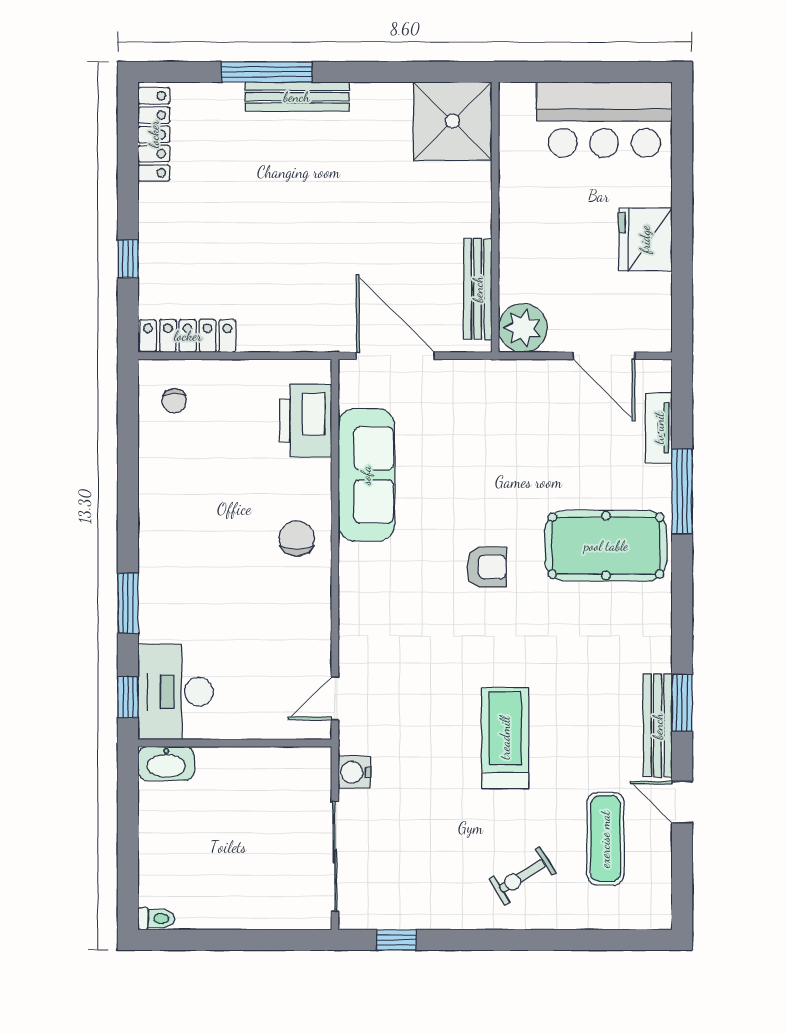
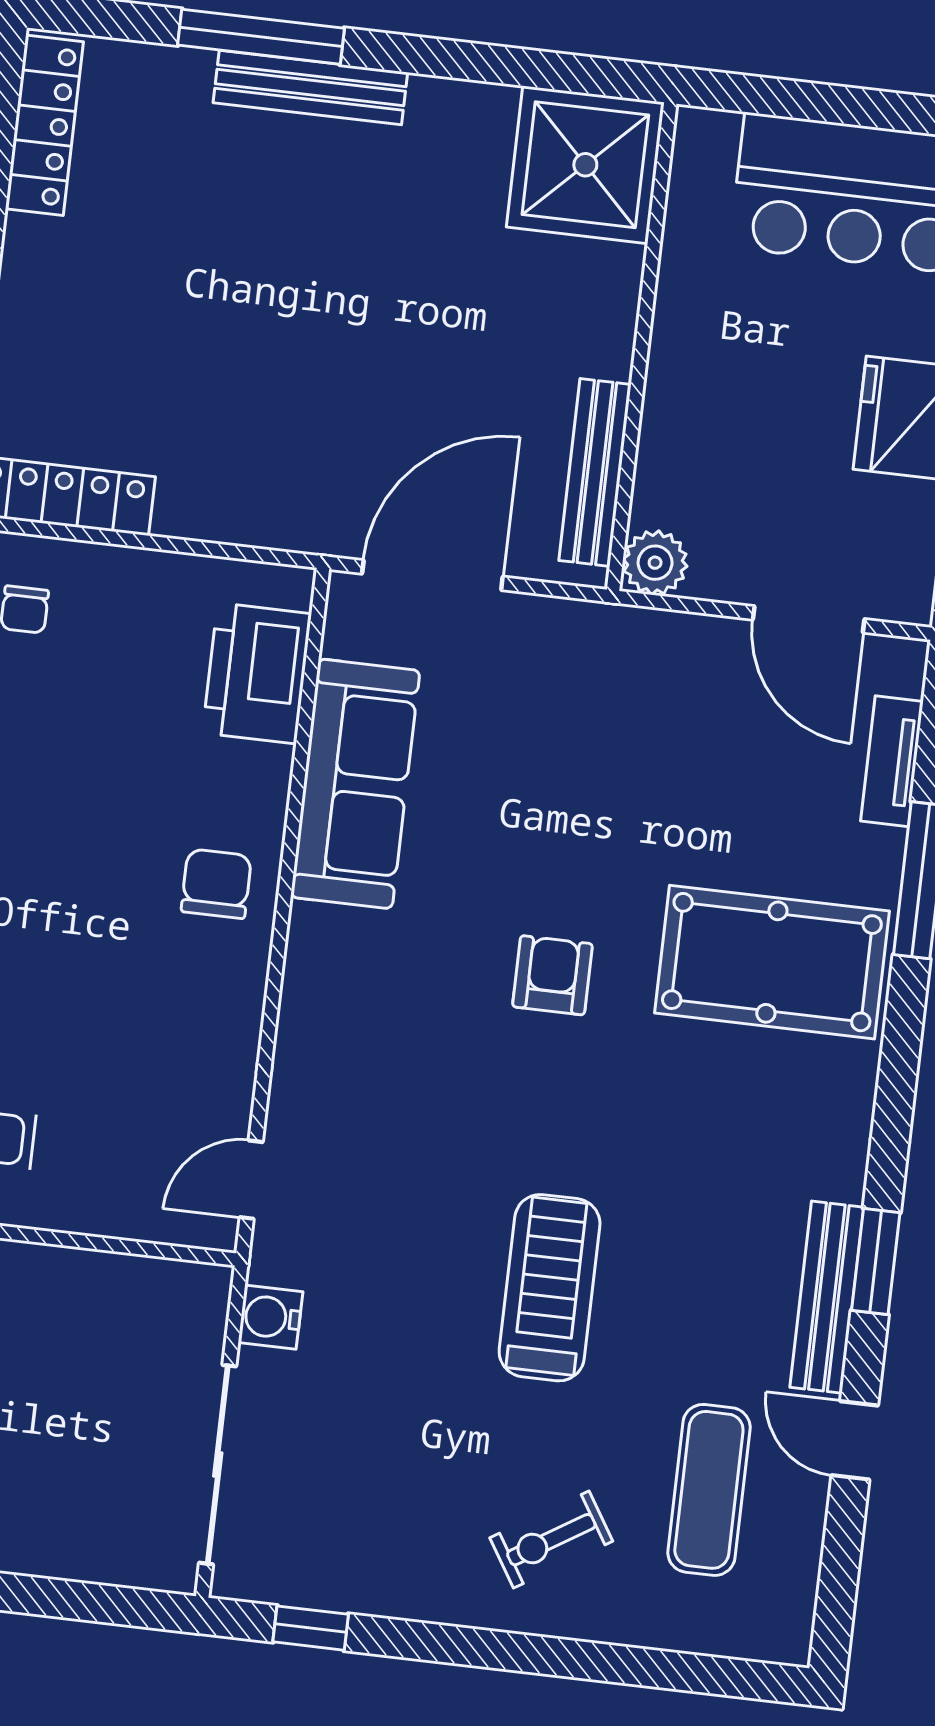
plant: (523, 328) -> (655, 563), width x0.73, depth x0.73
door: (395, 356) -> (432, 575), hinge flipped
armchair: (487, 567) -> (552, 975), turned -90

